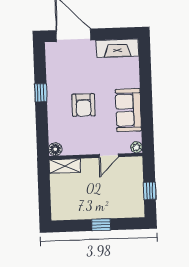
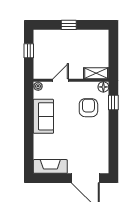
window: (41, 93) -> (113, 102), moved
armchair: (83, 105) -> (88, 108), moved

